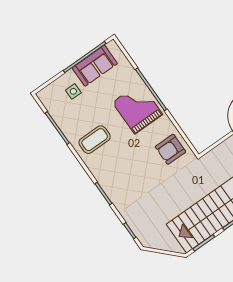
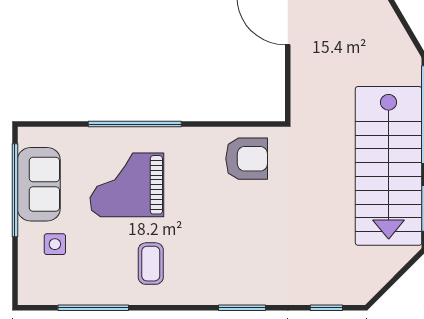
grand piano: (137, 108) -> (127, 185), moved
coffee table: (95, 140) -> (151, 264), width x0.73, depth x0.77
armchair: (170, 149) -> (247, 159), turned -90

